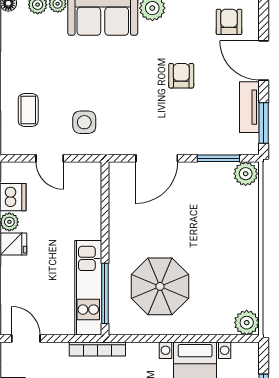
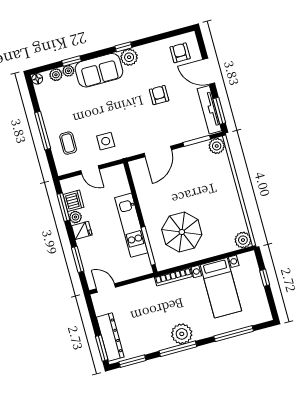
tv unit: (249, 107) -> (209, 110), width x1.41
kitchen unit: (88, 288) -> (131, 225), moved
bookcase: (97, 349) -> (173, 277), moved

